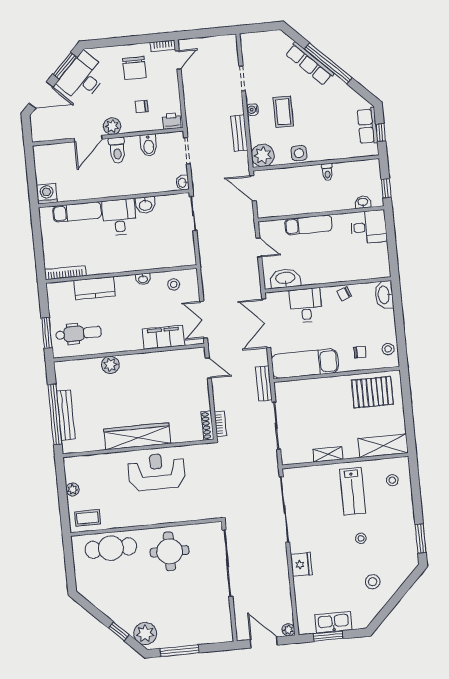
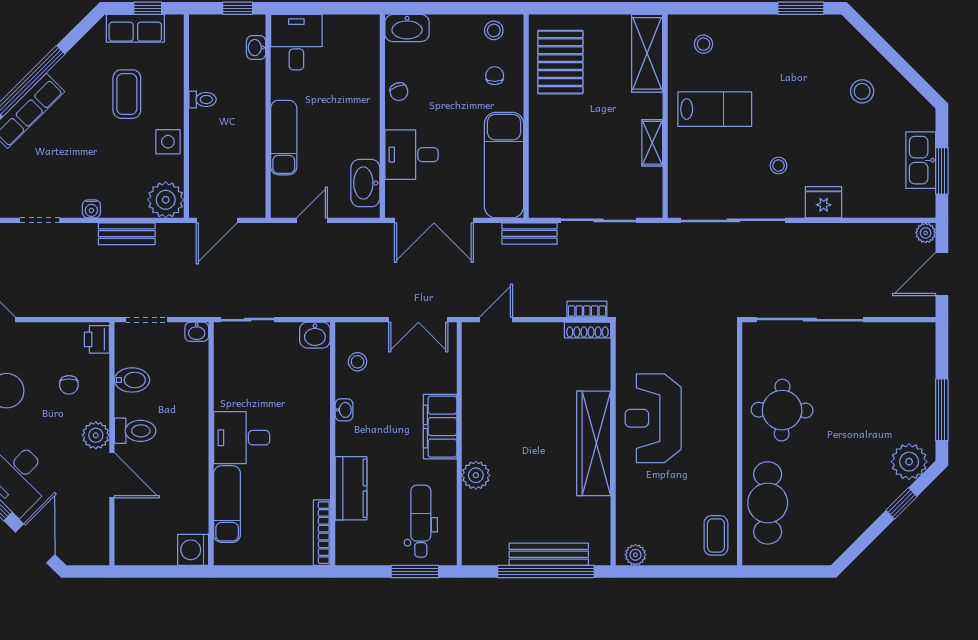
coffee table: (283, 112) -> (127, 94), moved, turned 90
washbasin: (145, 205) -> (315, 335), moved, turned 90
filing cabinet: (164, 337) -> (440, 427), moved
plant: (73, 490) -> (635, 555), moved
stool: (361, 538) -> (779, 166), moved

